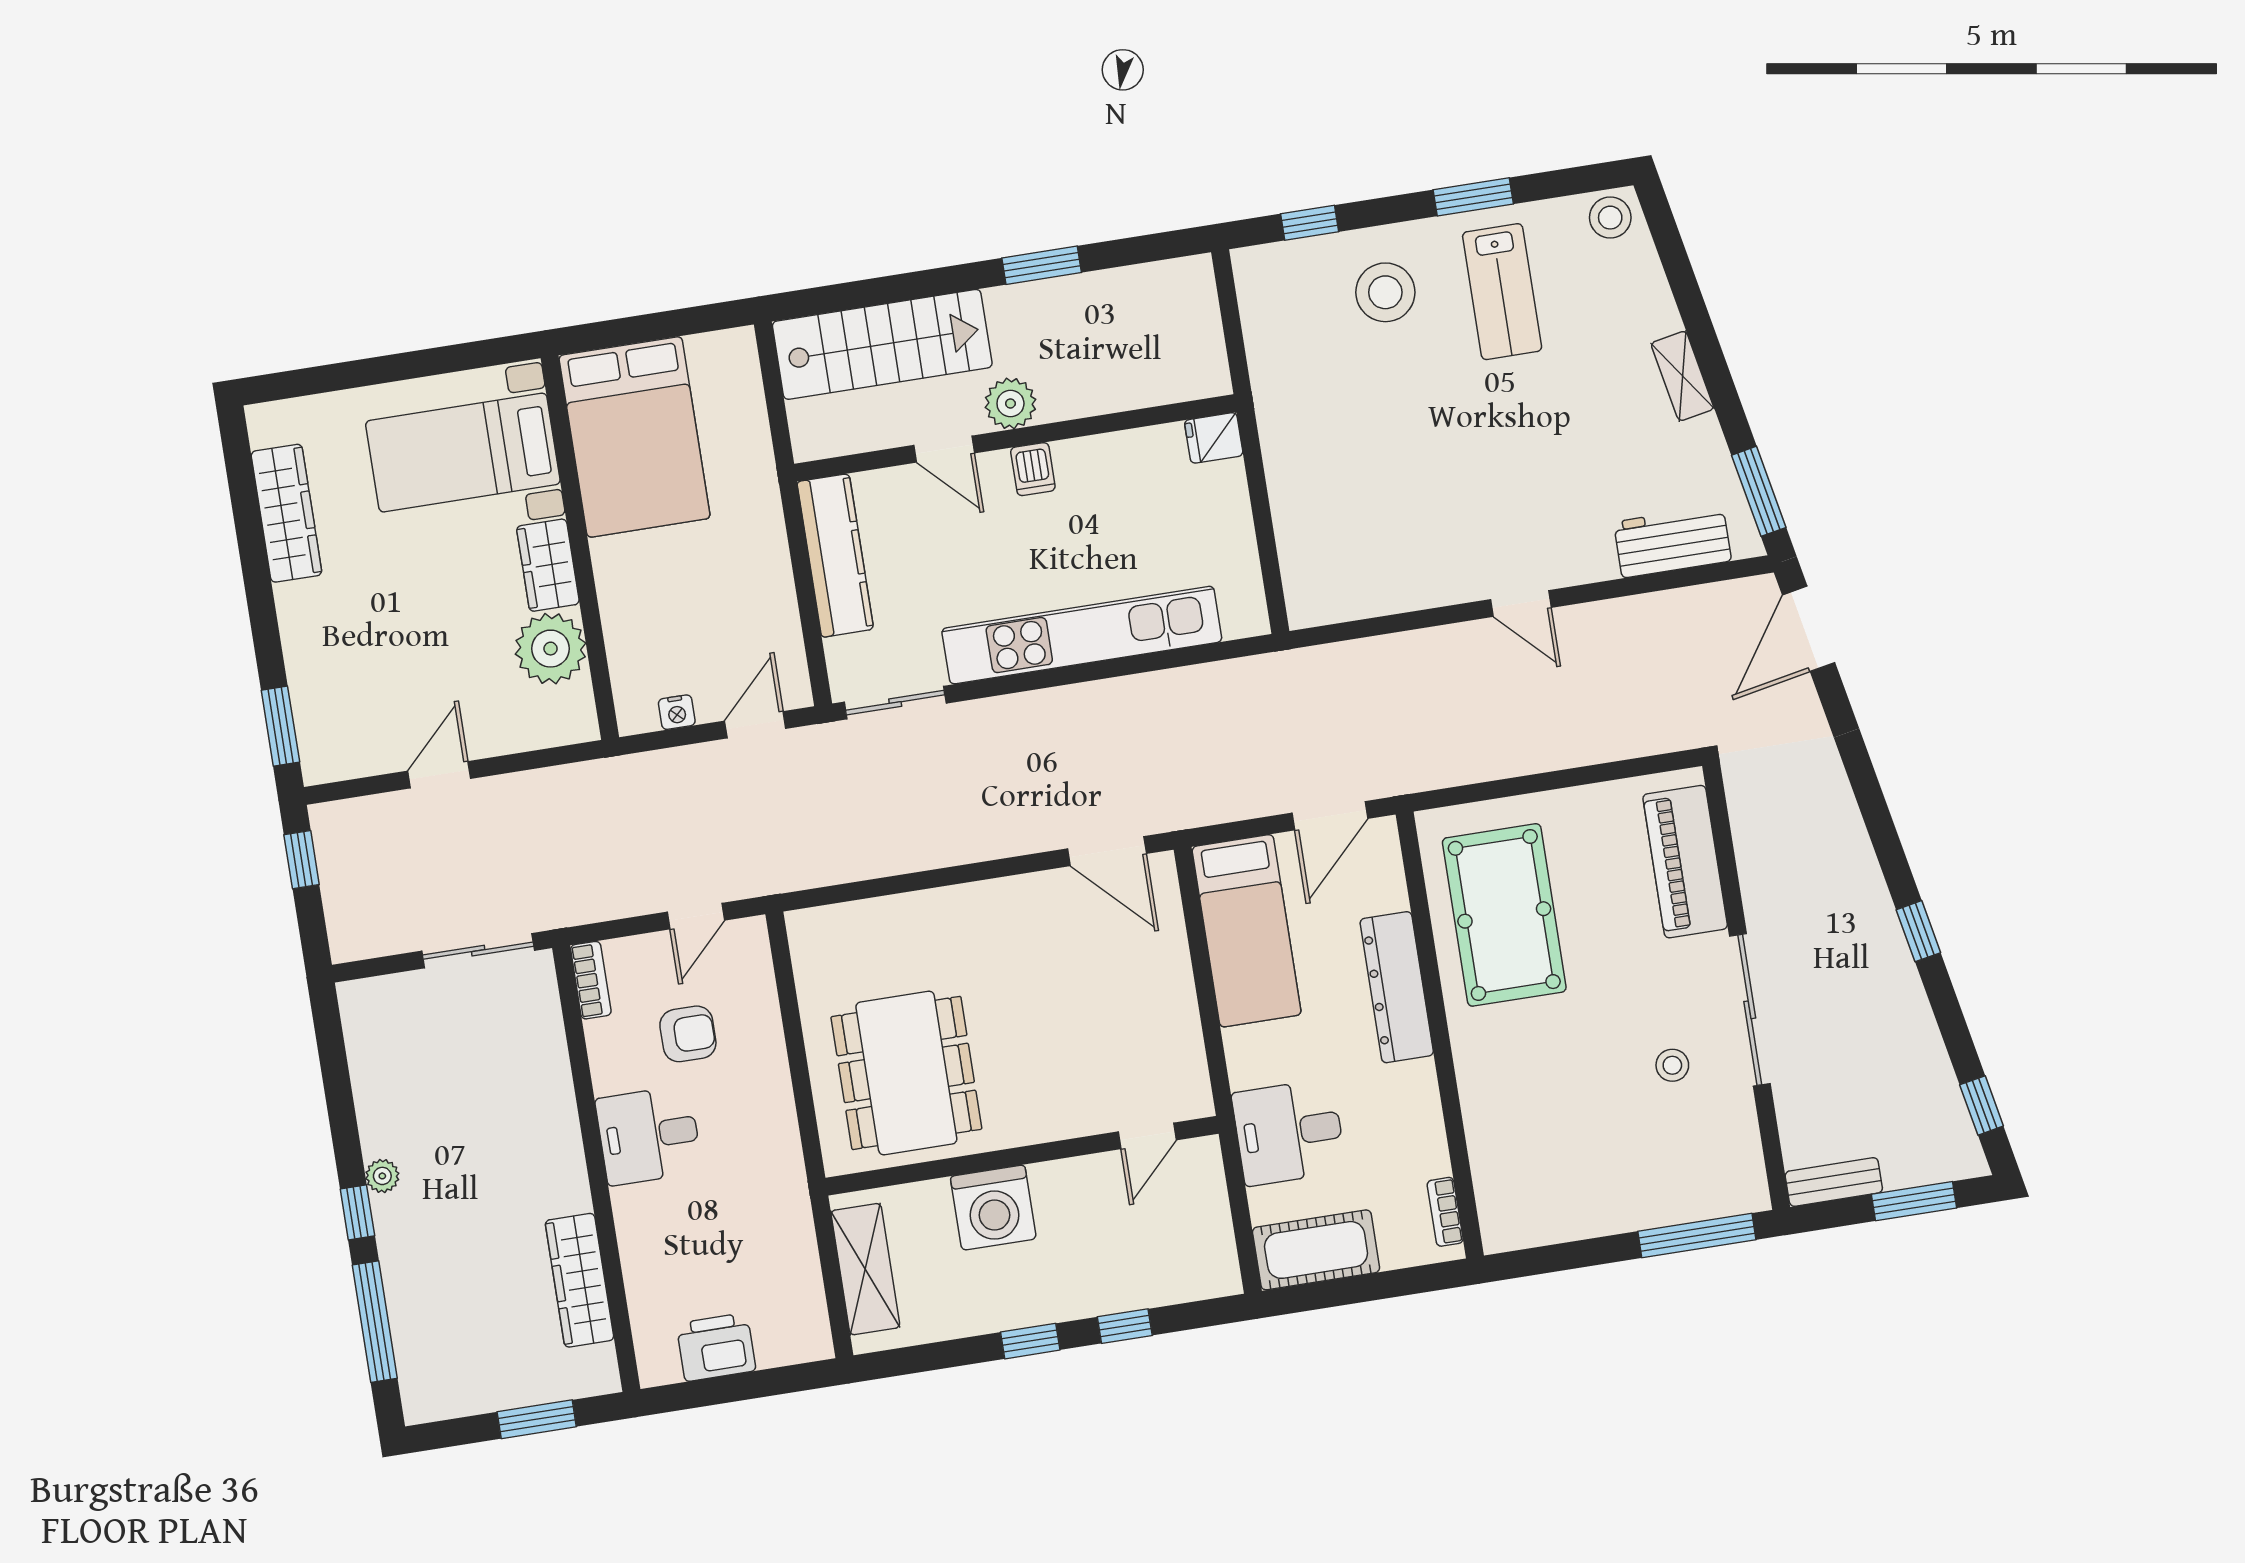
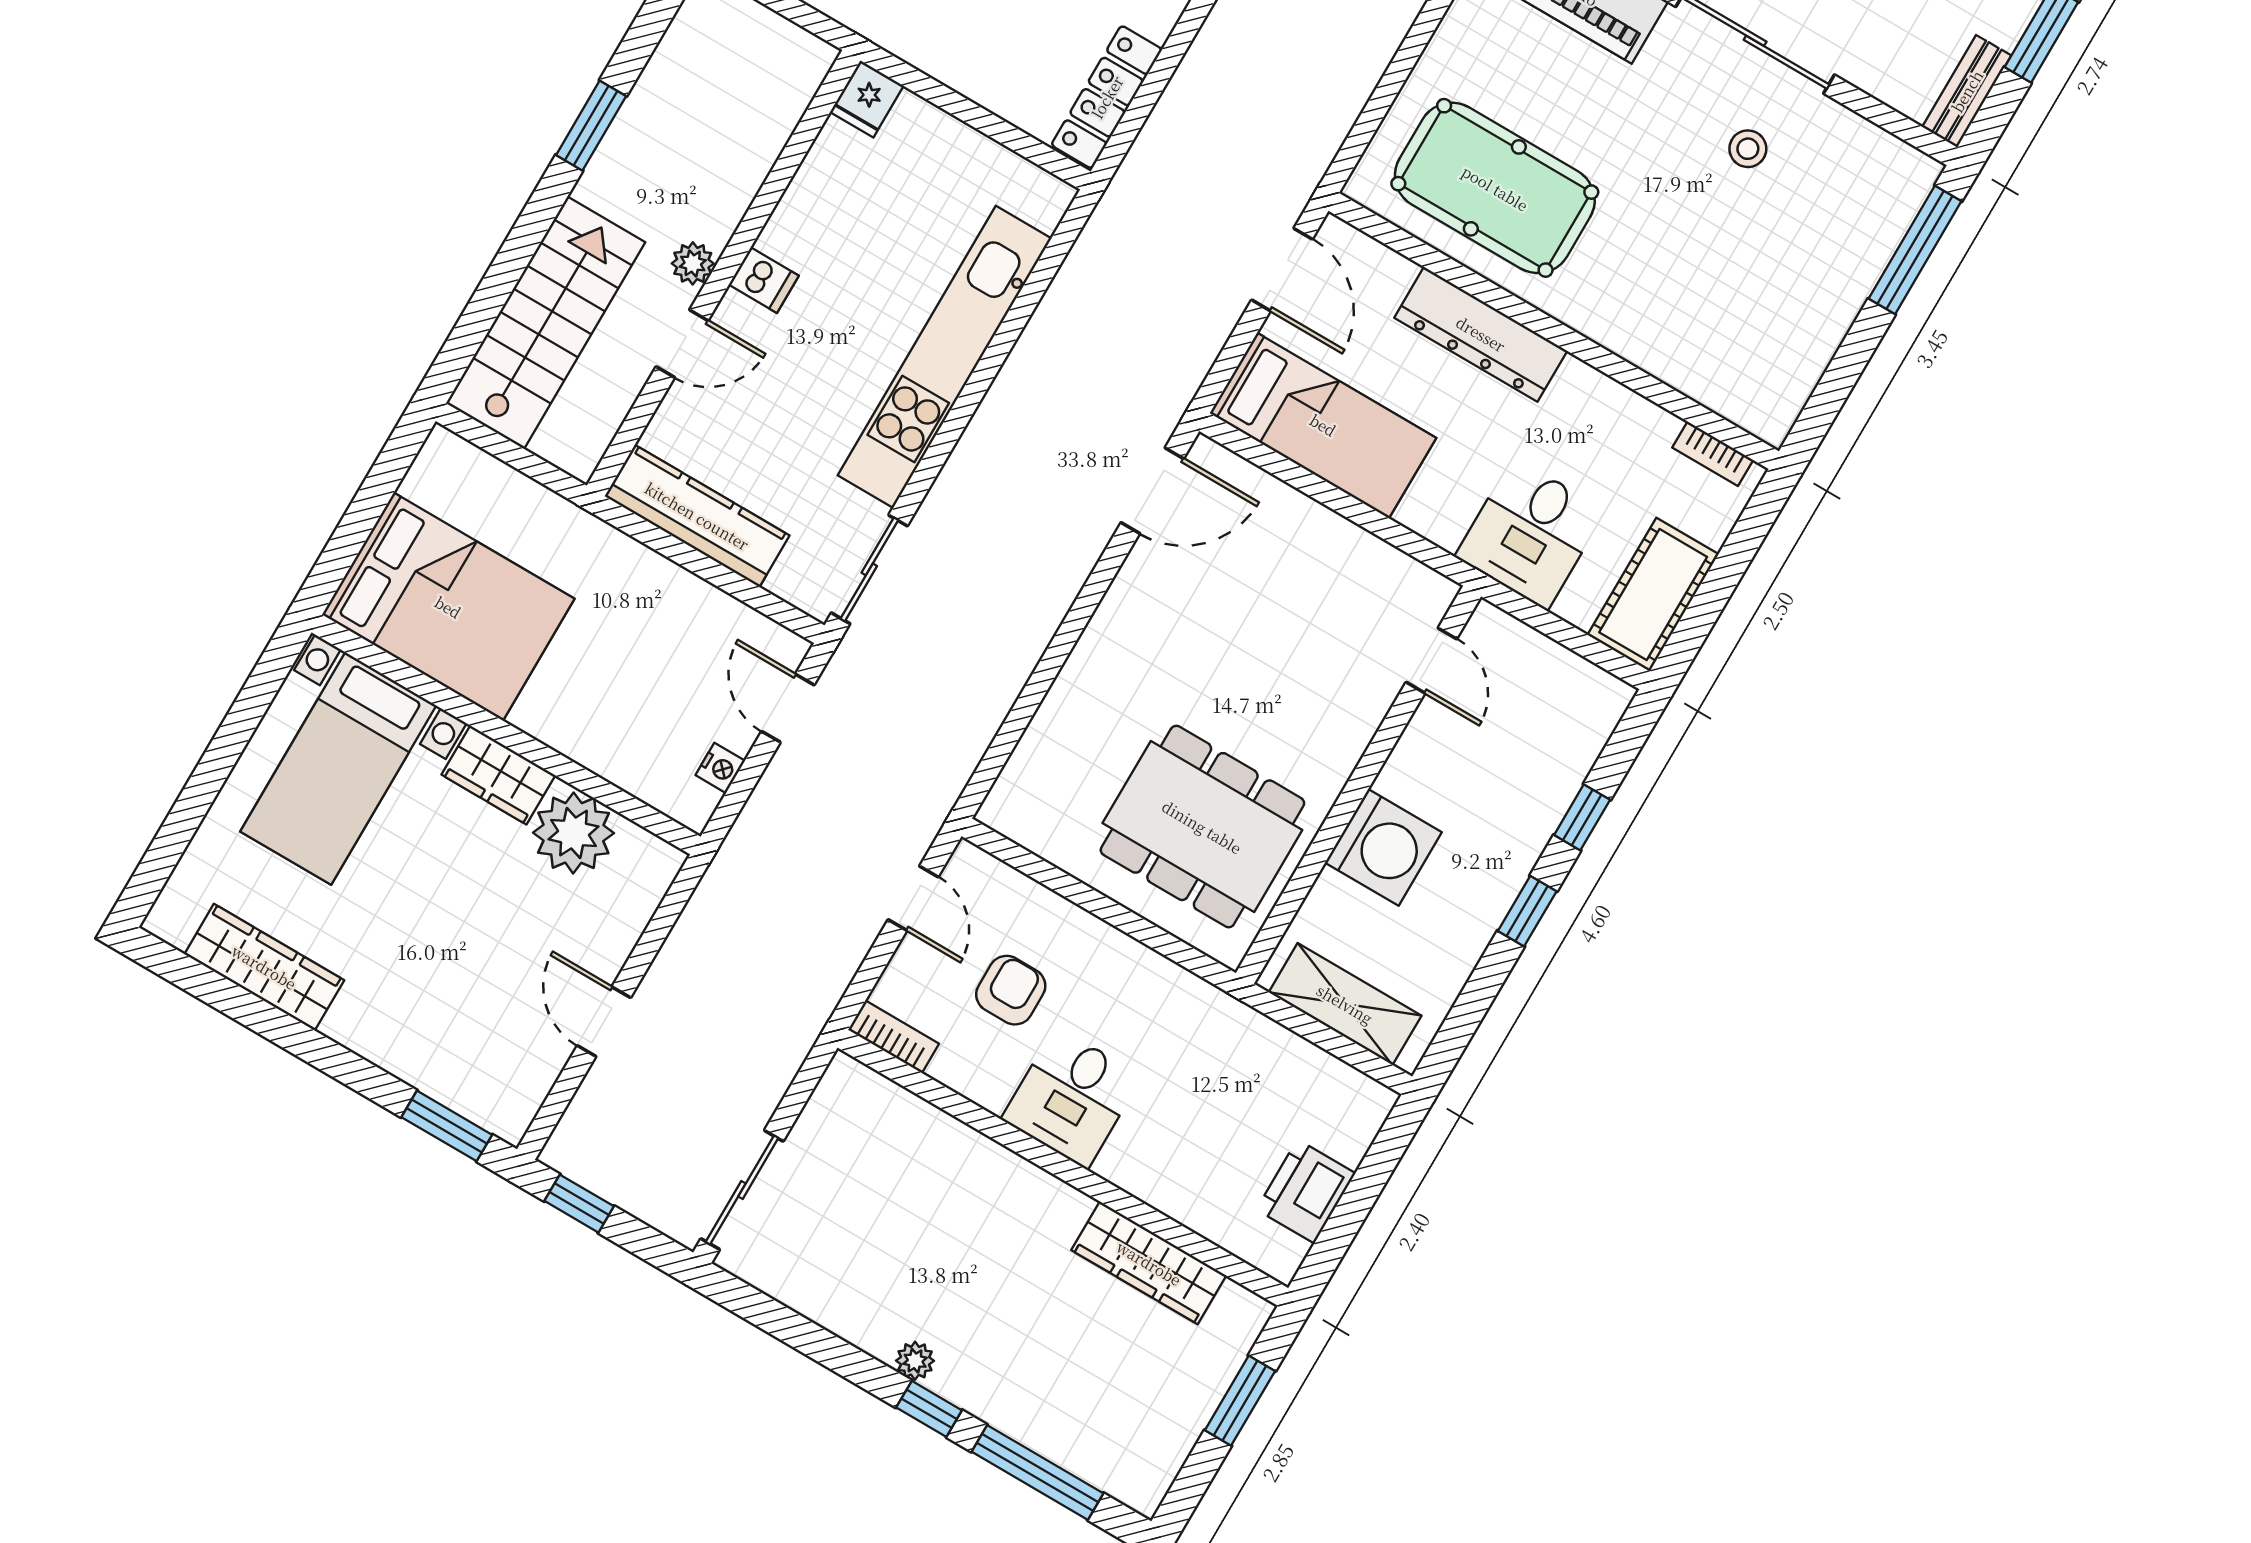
plant: (1010, 403) -> (693, 263), width x0.73, depth x0.73
locker: (1349, 600) -> (1107, 97), added
sliding door: (478, 951) -> (742, 1190), moved

